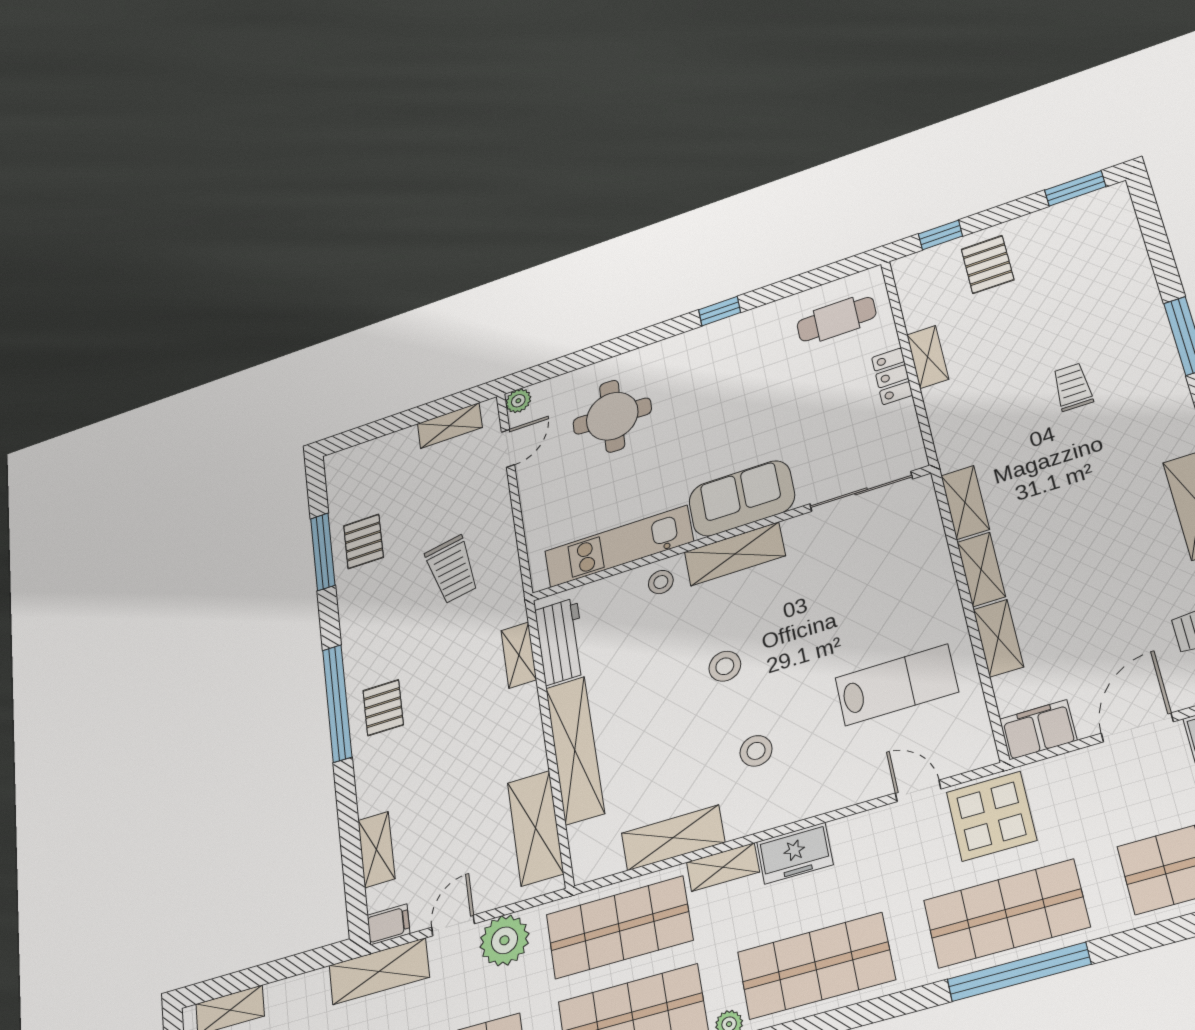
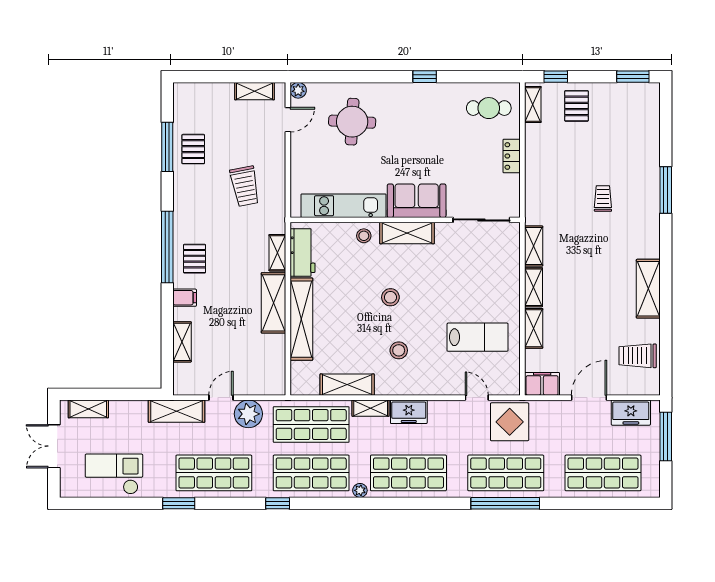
shelving: (928, 357) -> (533, 104), moved
shelving: (535, 828) -> (274, 303), moved
filing cabinet: (389, 924) -> (185, 298), moved

